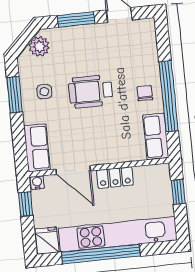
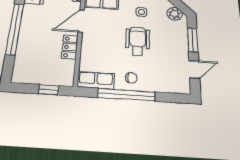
kitchen unit: (118, 234) -> (26, 42), removed

